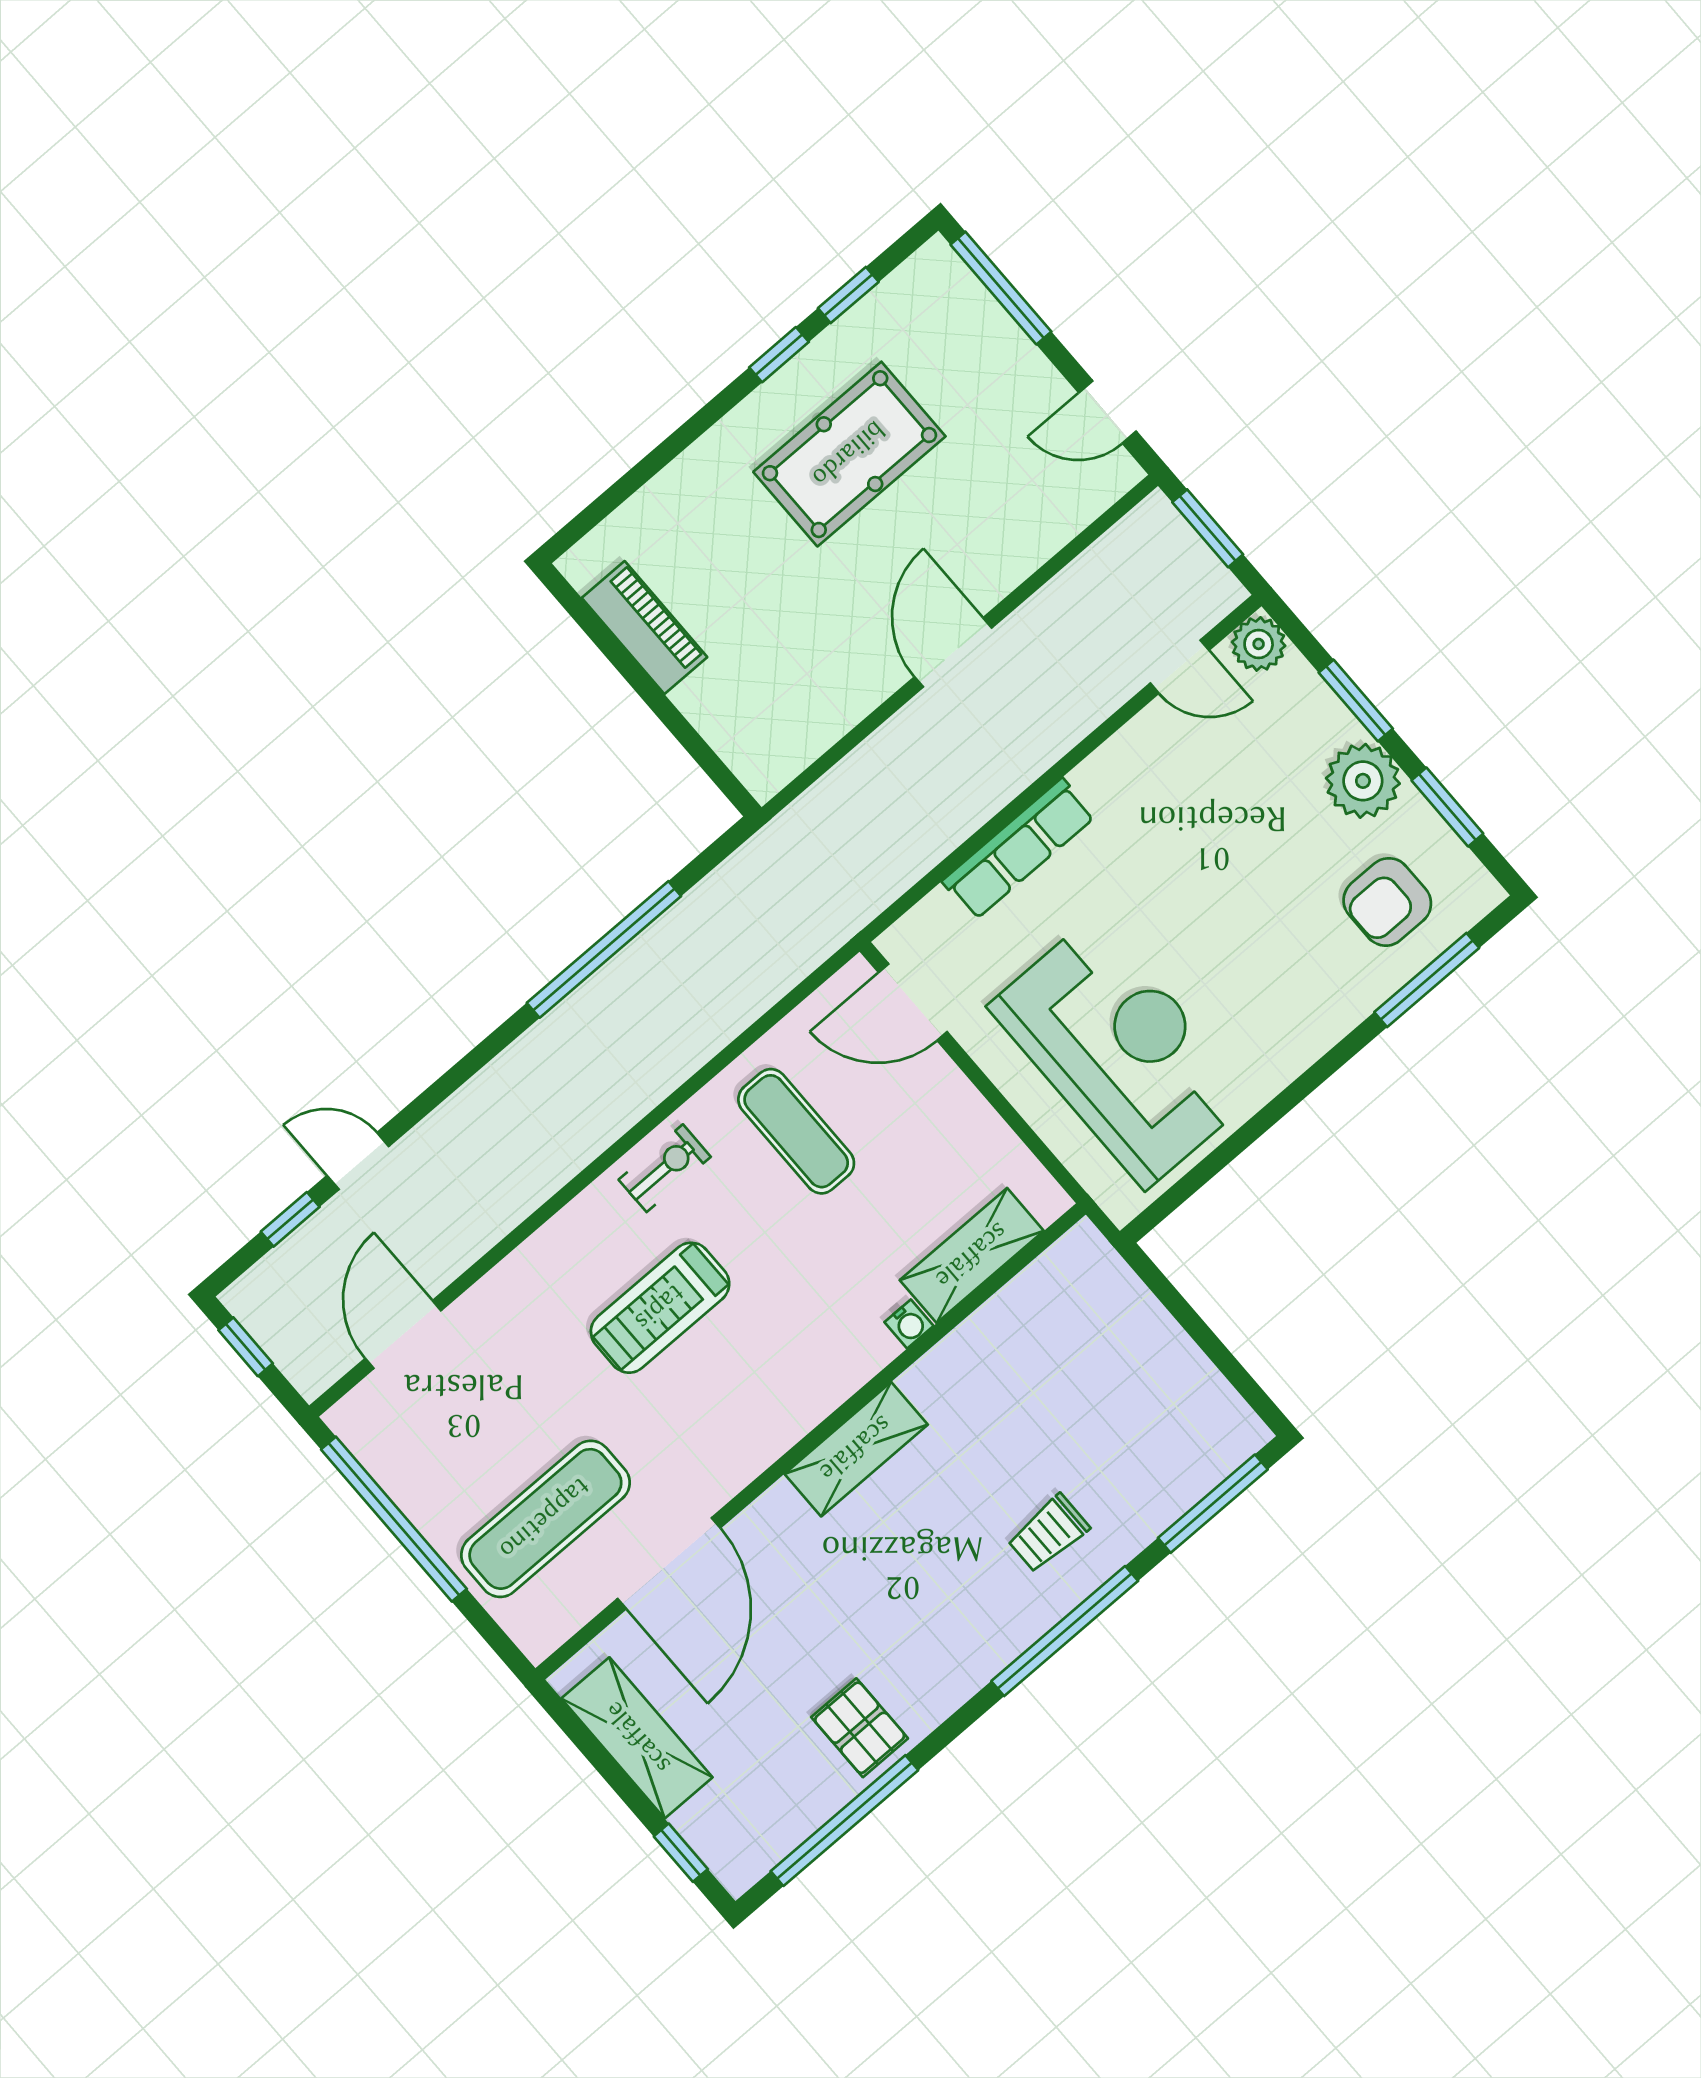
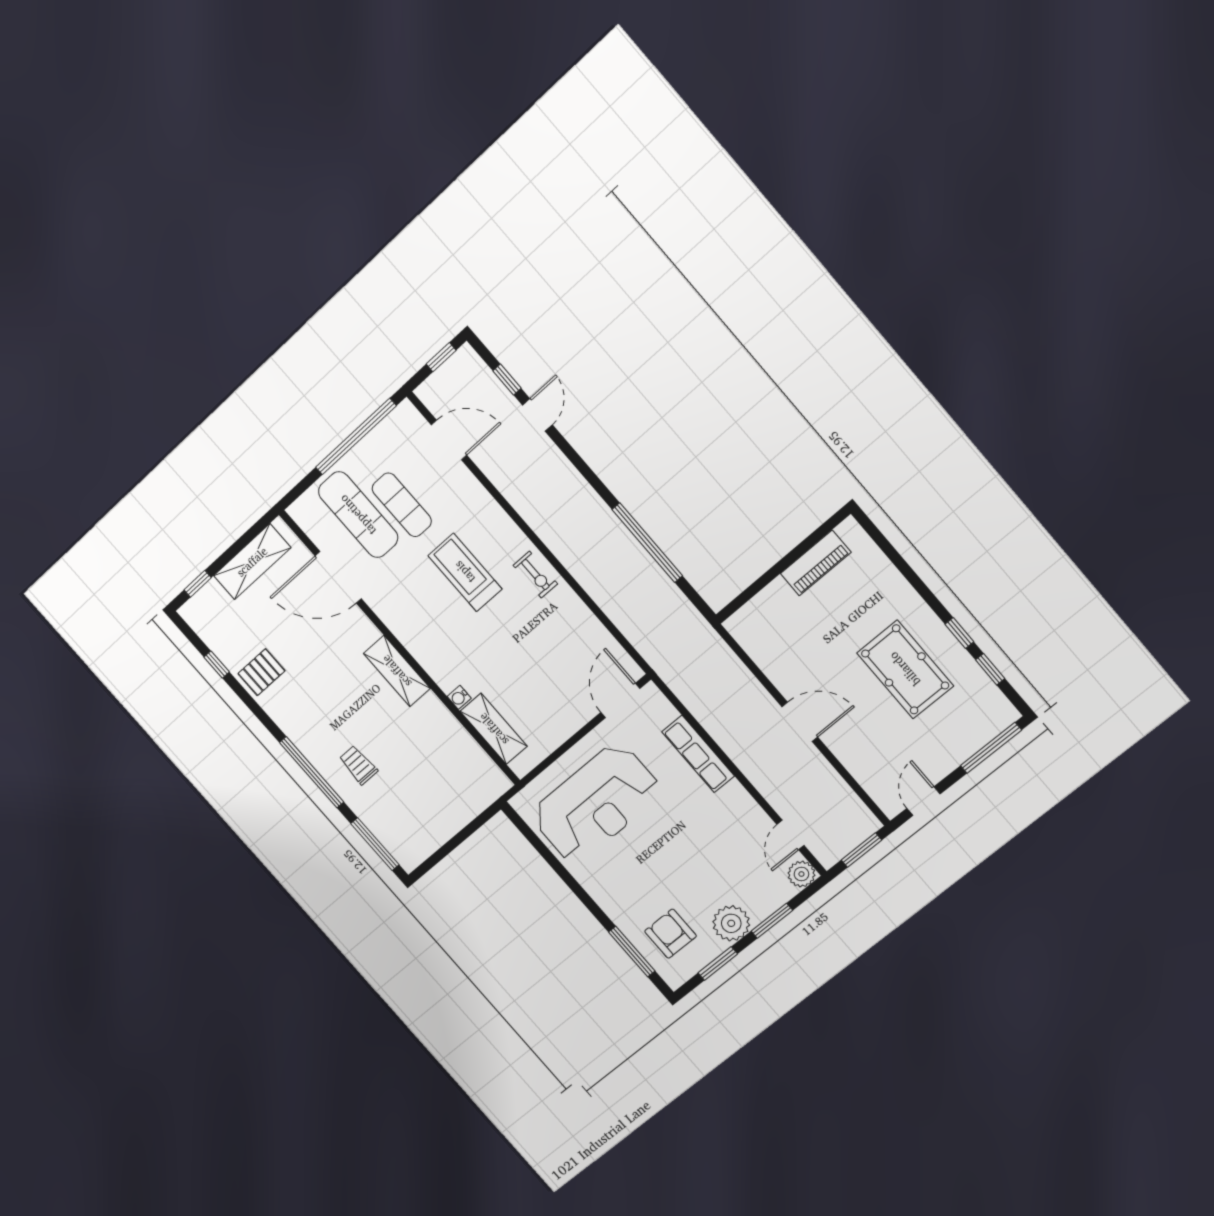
exercise mat: (796, 1131) -> (402, 505), moved, turned 90
window: (844, 1821) -> (217, 665), width x0.32

